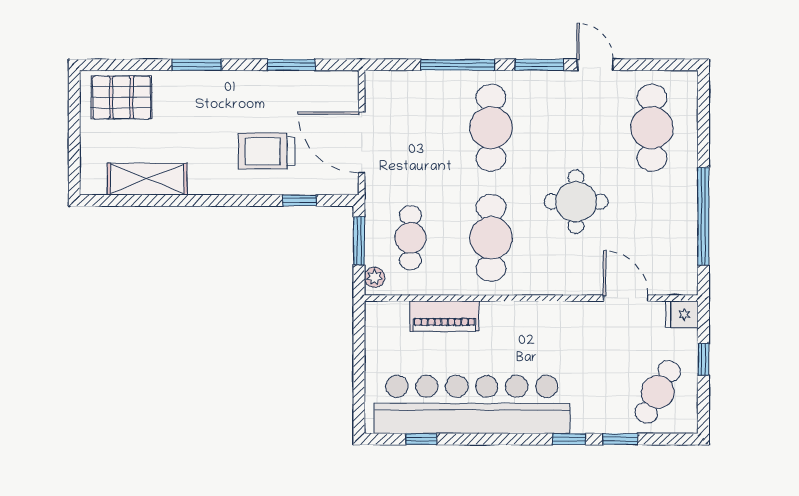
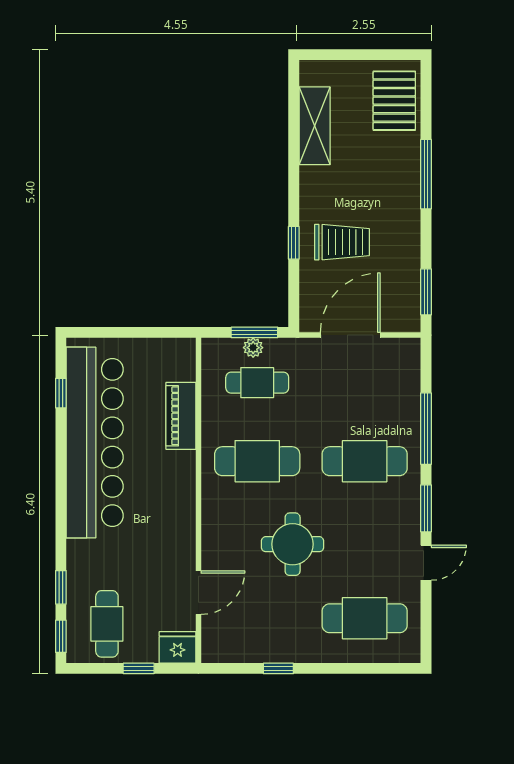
window: (197, 65) -> (426, 174), width x1.44
window: (291, 65) -> (426, 292), moved
trolley: (266, 151) -> (342, 242), turned 90
window: (299, 200) -> (294, 243), moved
window: (703, 216) -> (278, 668), width x0.32
plant: (375, 277) -> (253, 348), moved
fridge: (682, 314) -> (178, 647), width x1.38
cafe table: (658, 392) -> (107, 624), turned 61
window: (569, 439) -> (61, 636), moved

